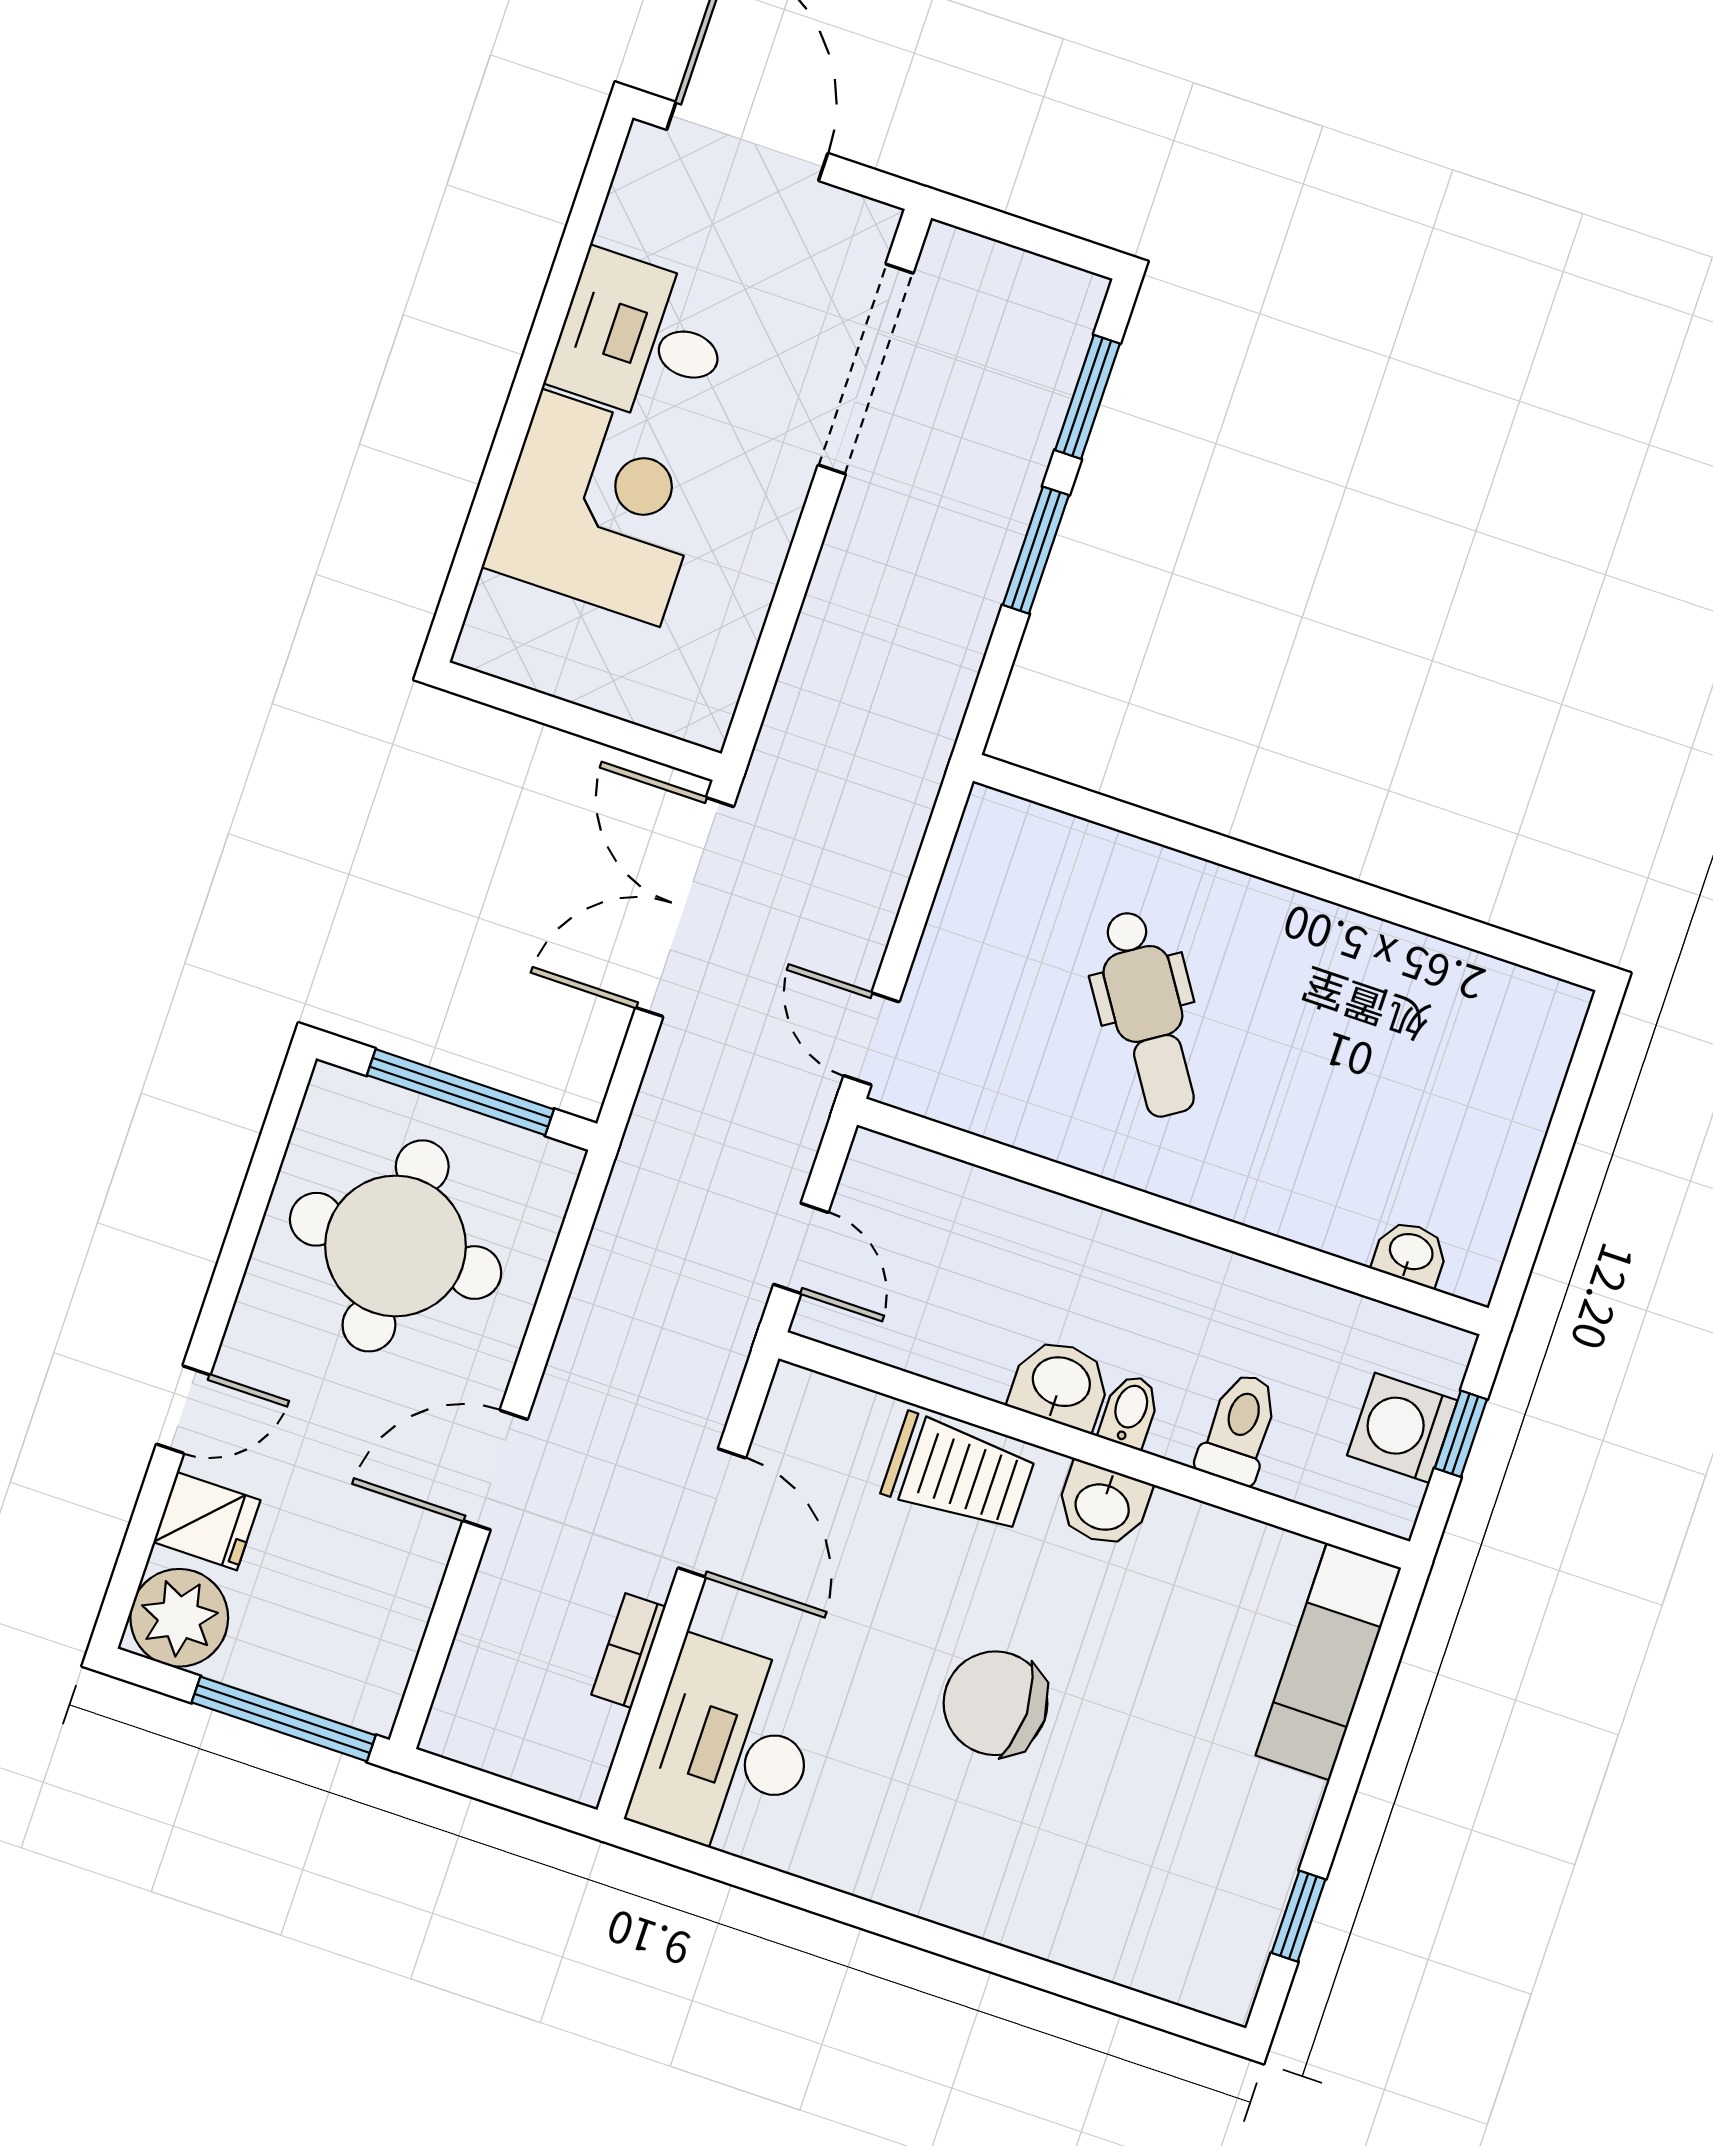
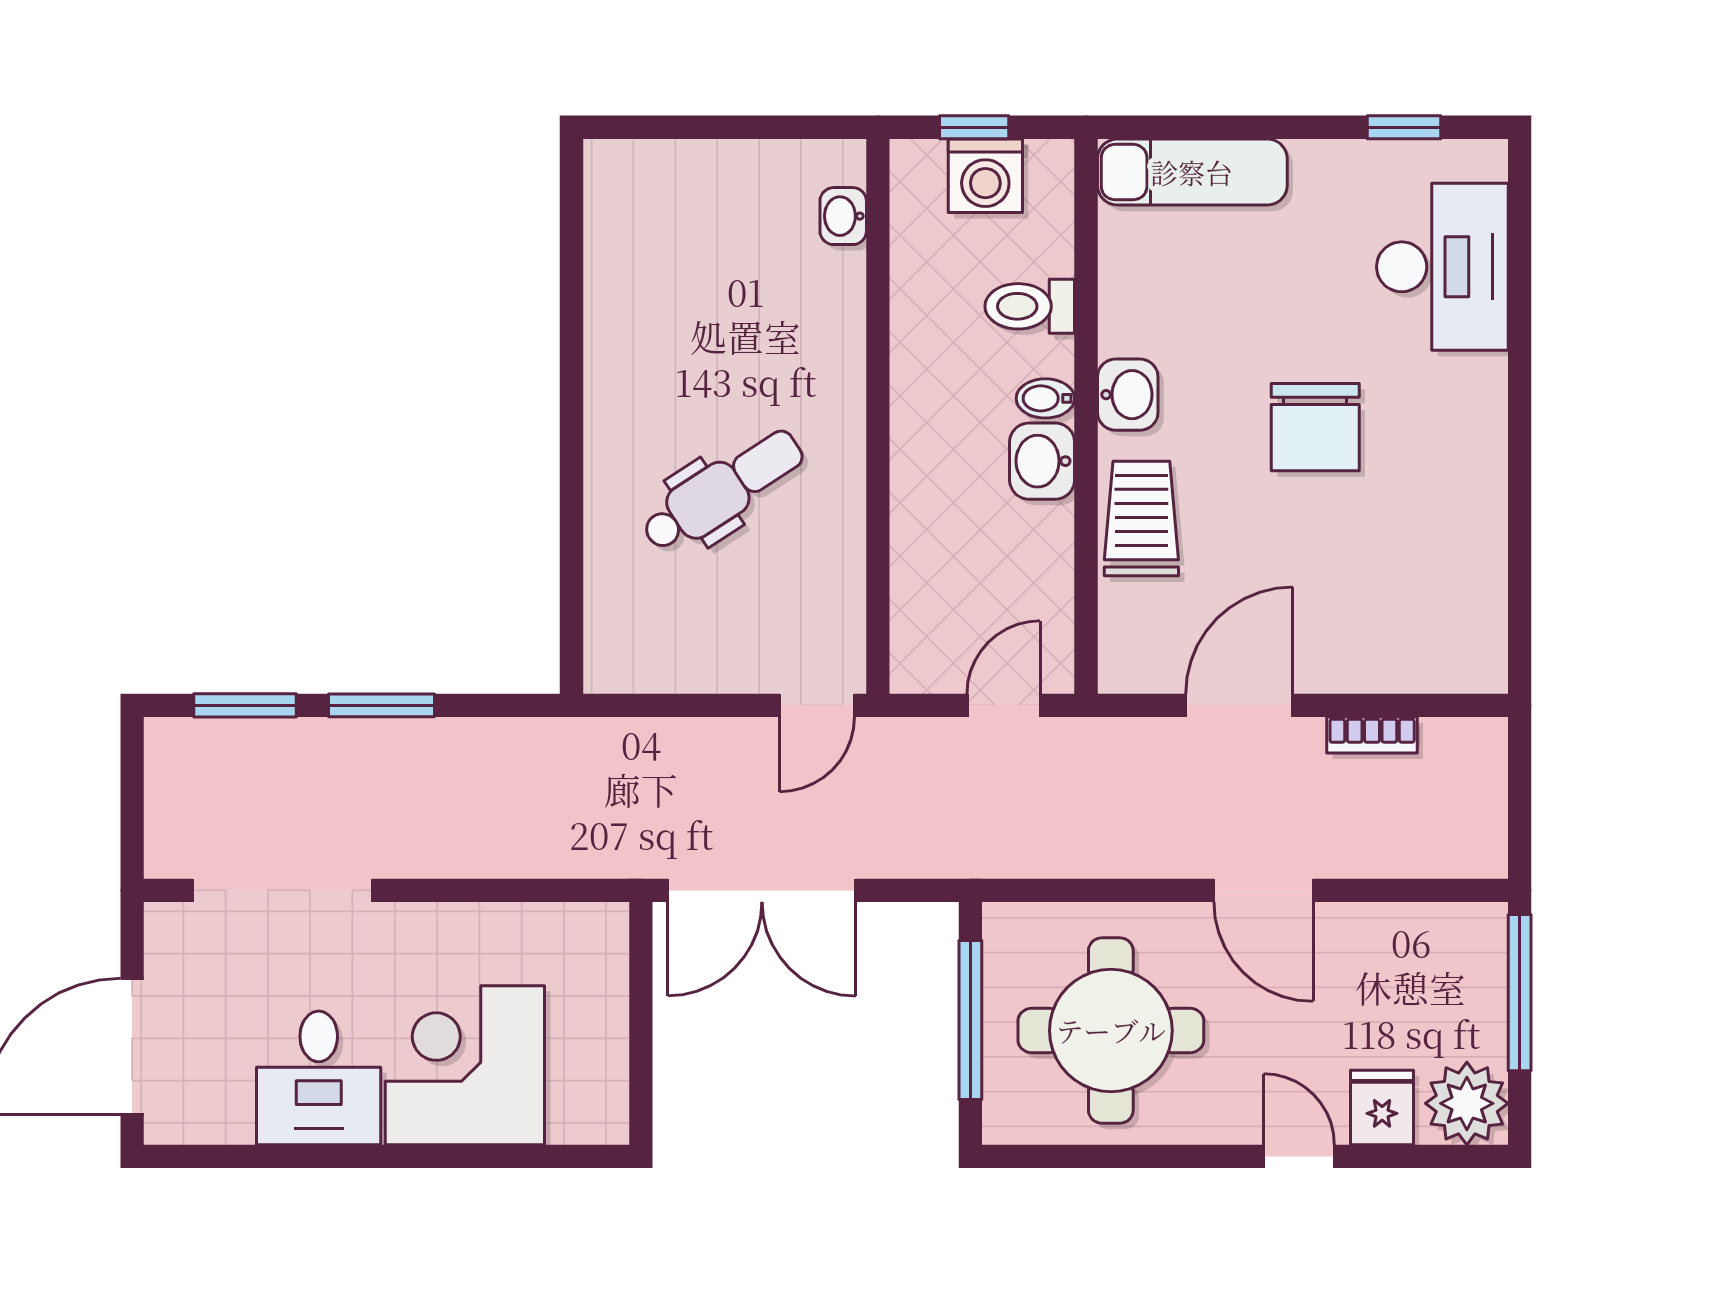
desk: (729, 1750) -> (1442, 267), moved, turned -90

